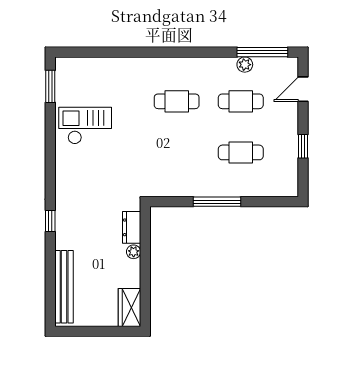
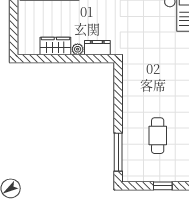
window: (217, 202) -> (118, 152), moved
wardrobe: (130, 307) -> (55, 46), moved

